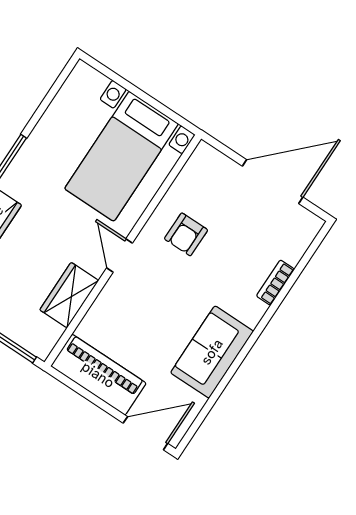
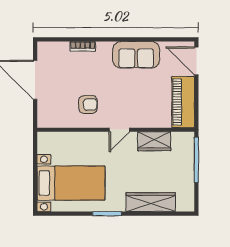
bed with nightstands: (122, 156) -> (71, 183), moved

